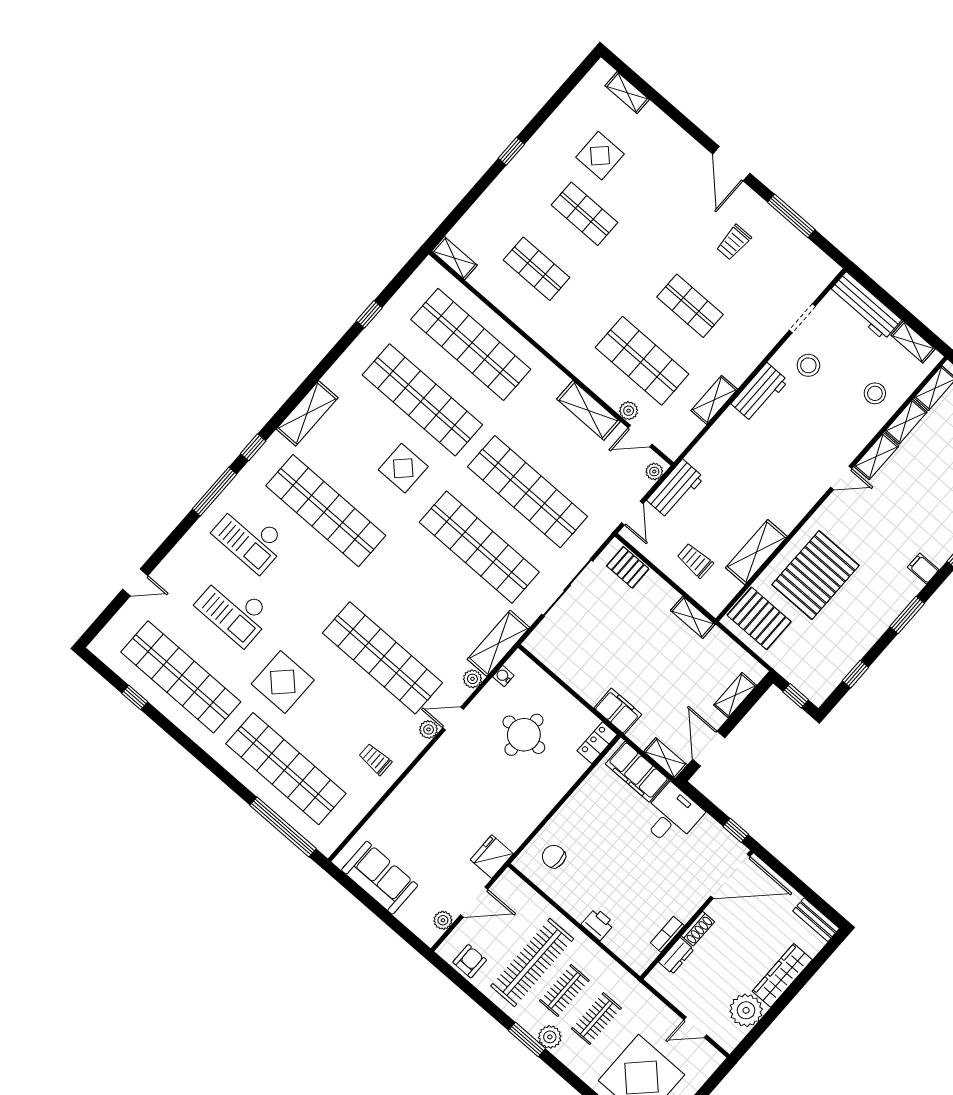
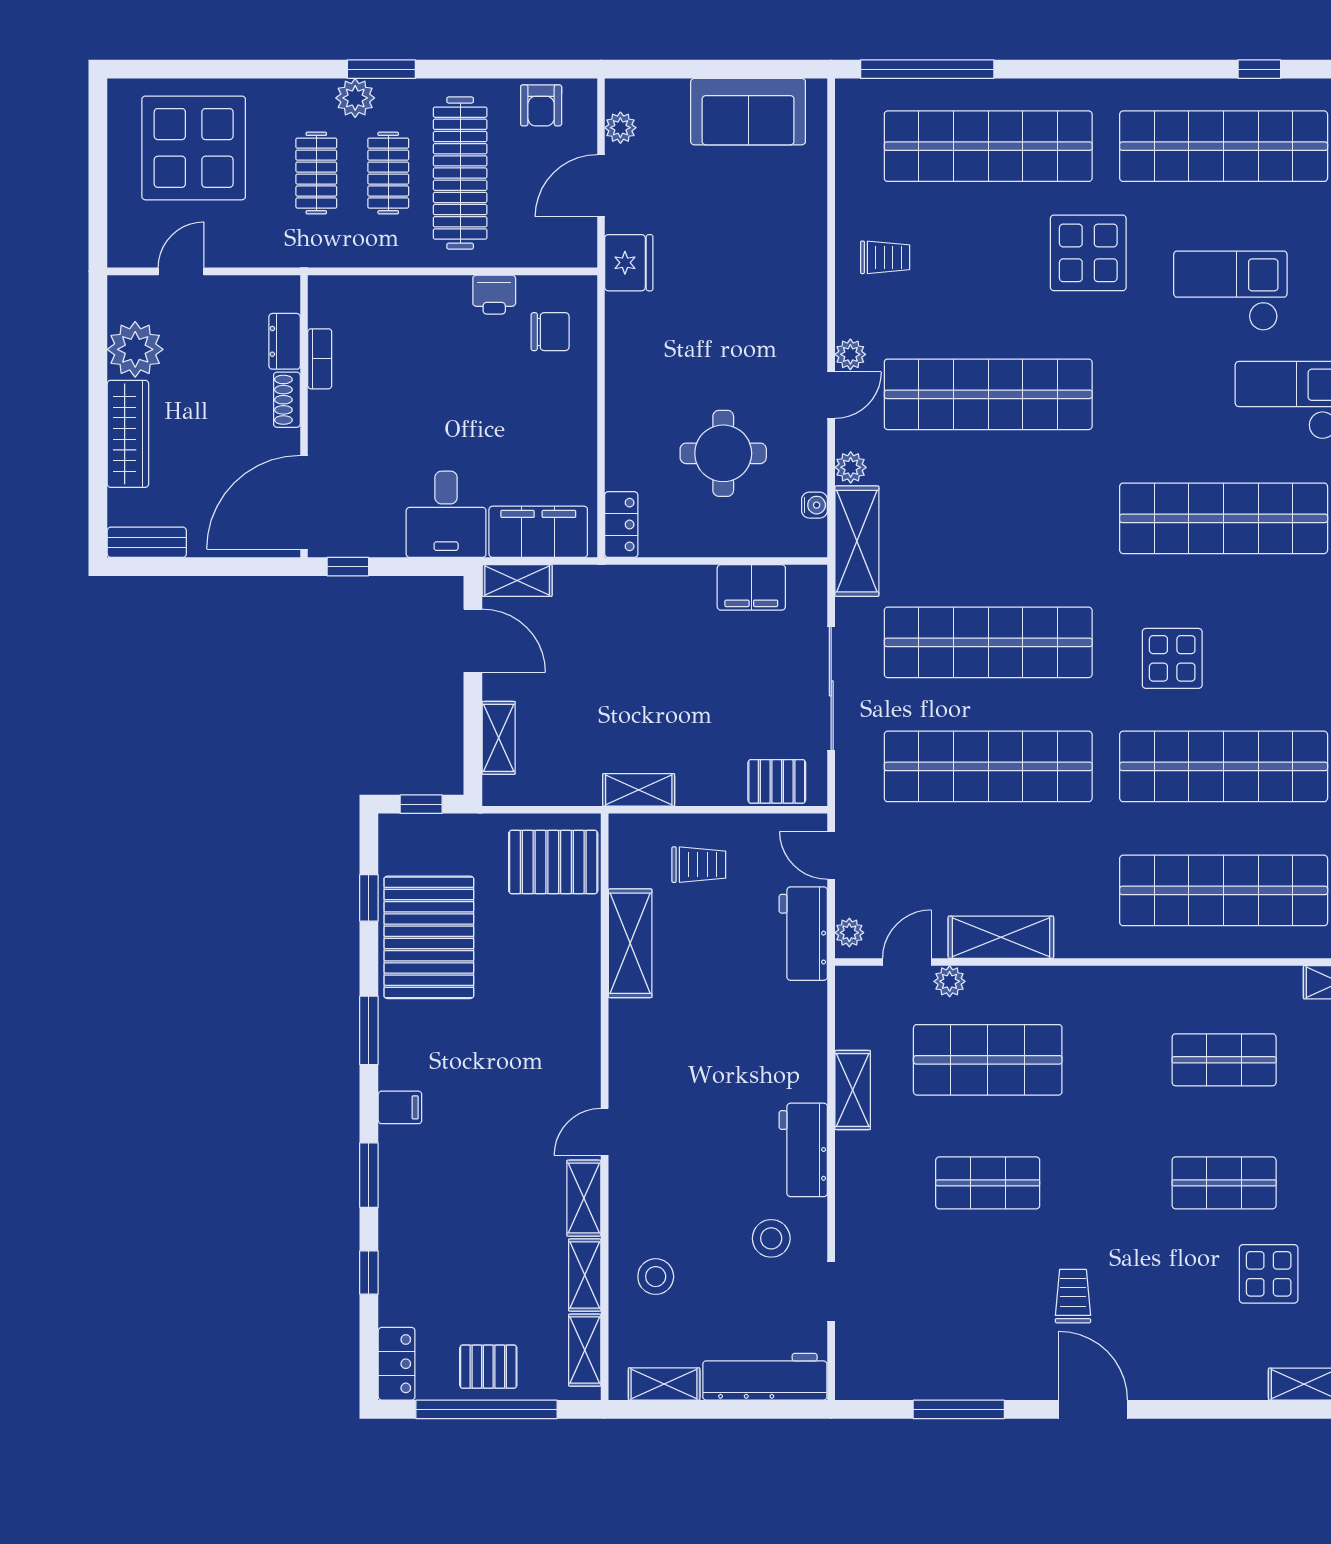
trolley: (734, 242) -> (1073, 1296), moved
pallet: (815, 575) -> (429, 937), moved
filing cabinet: (618, 711) -> (751, 587), moved
printer: (598, 924) -> (494, 295), moved

